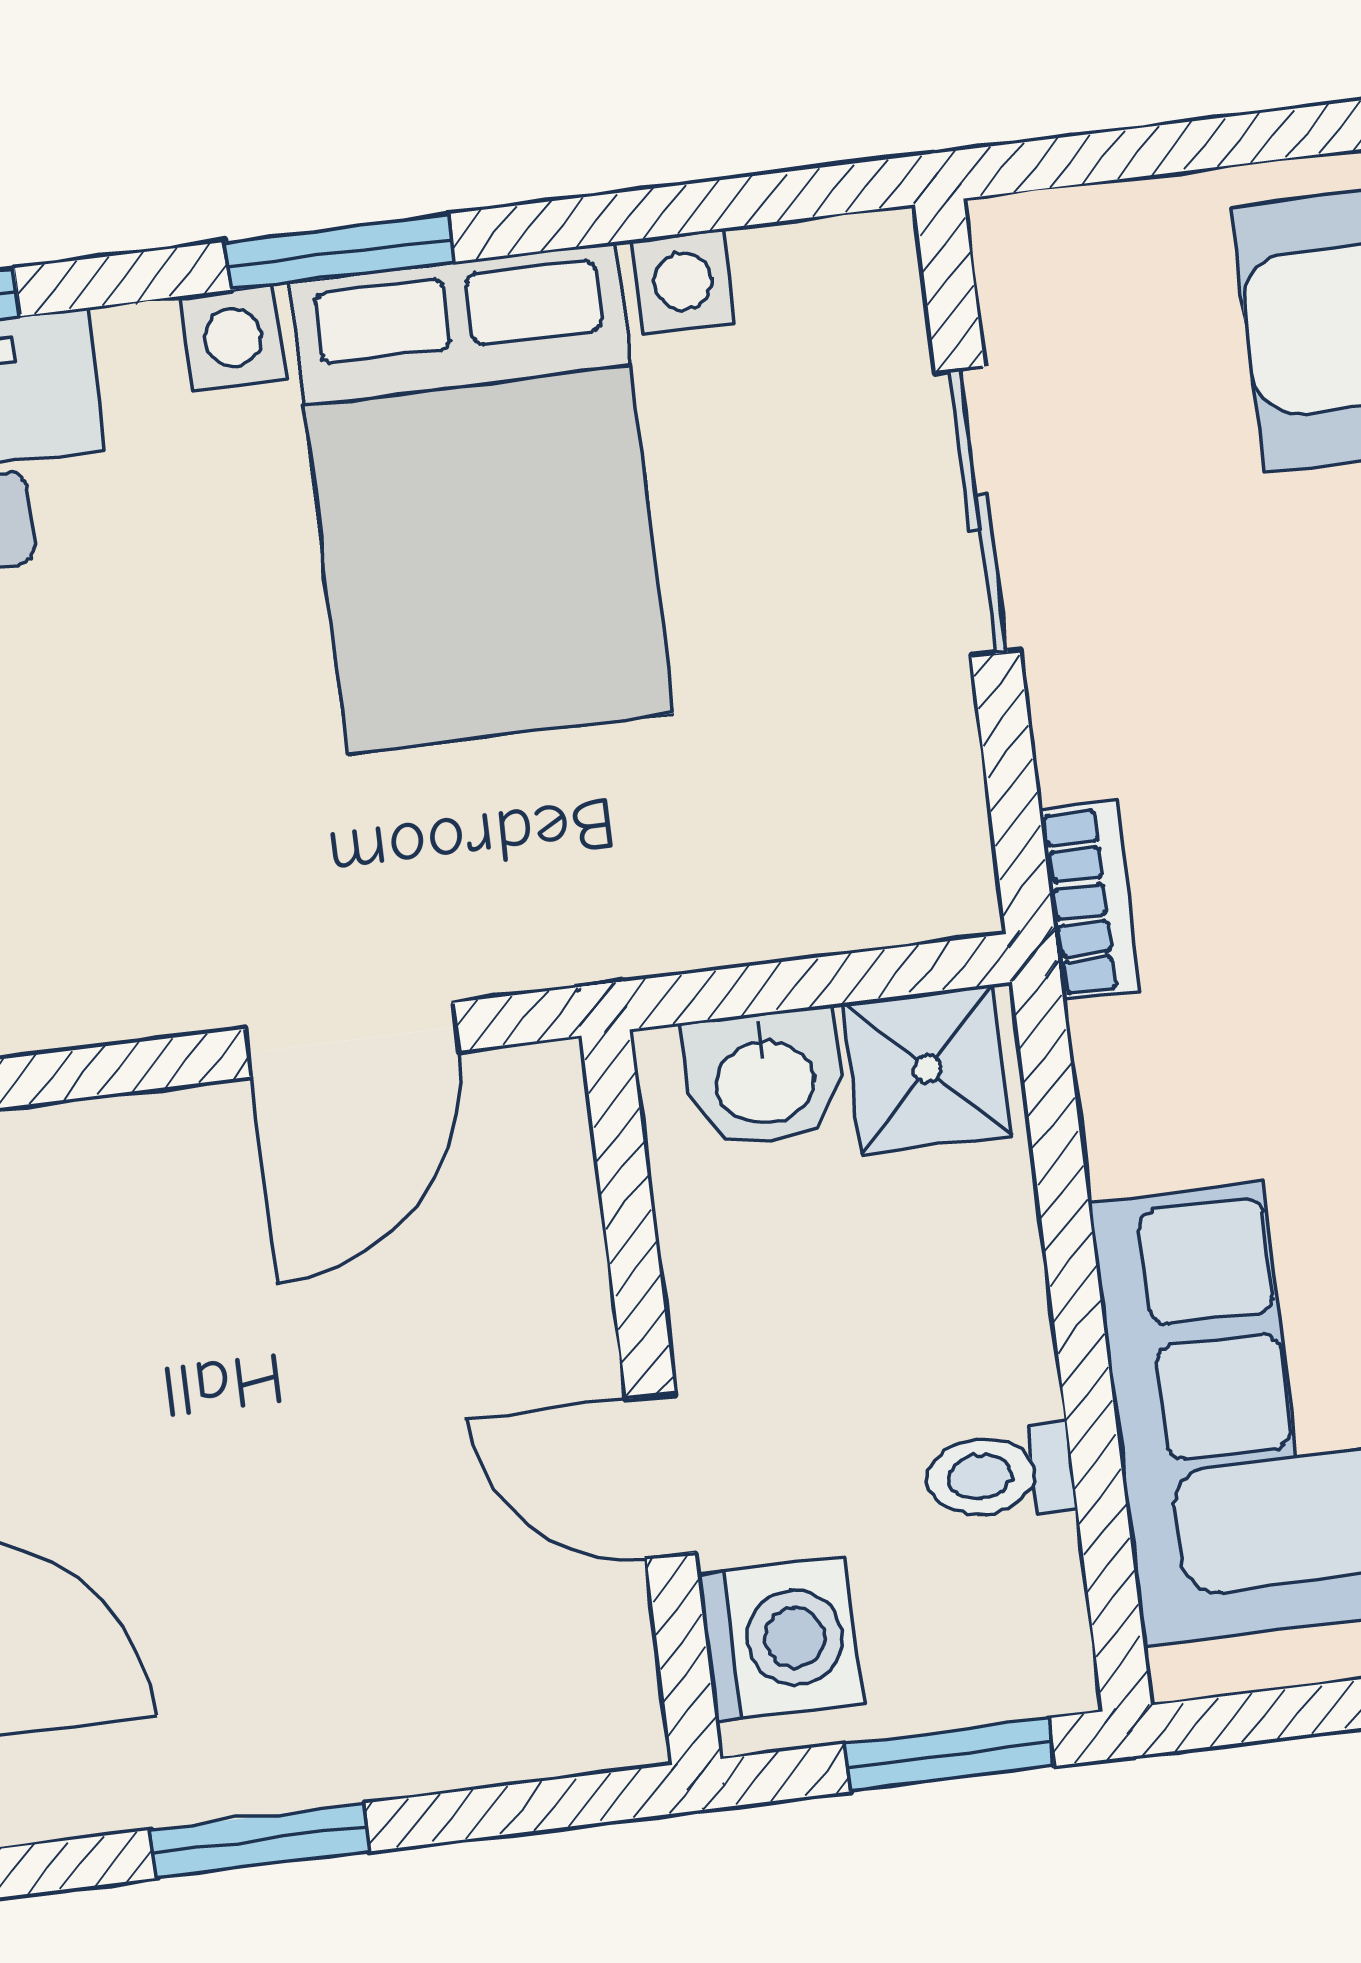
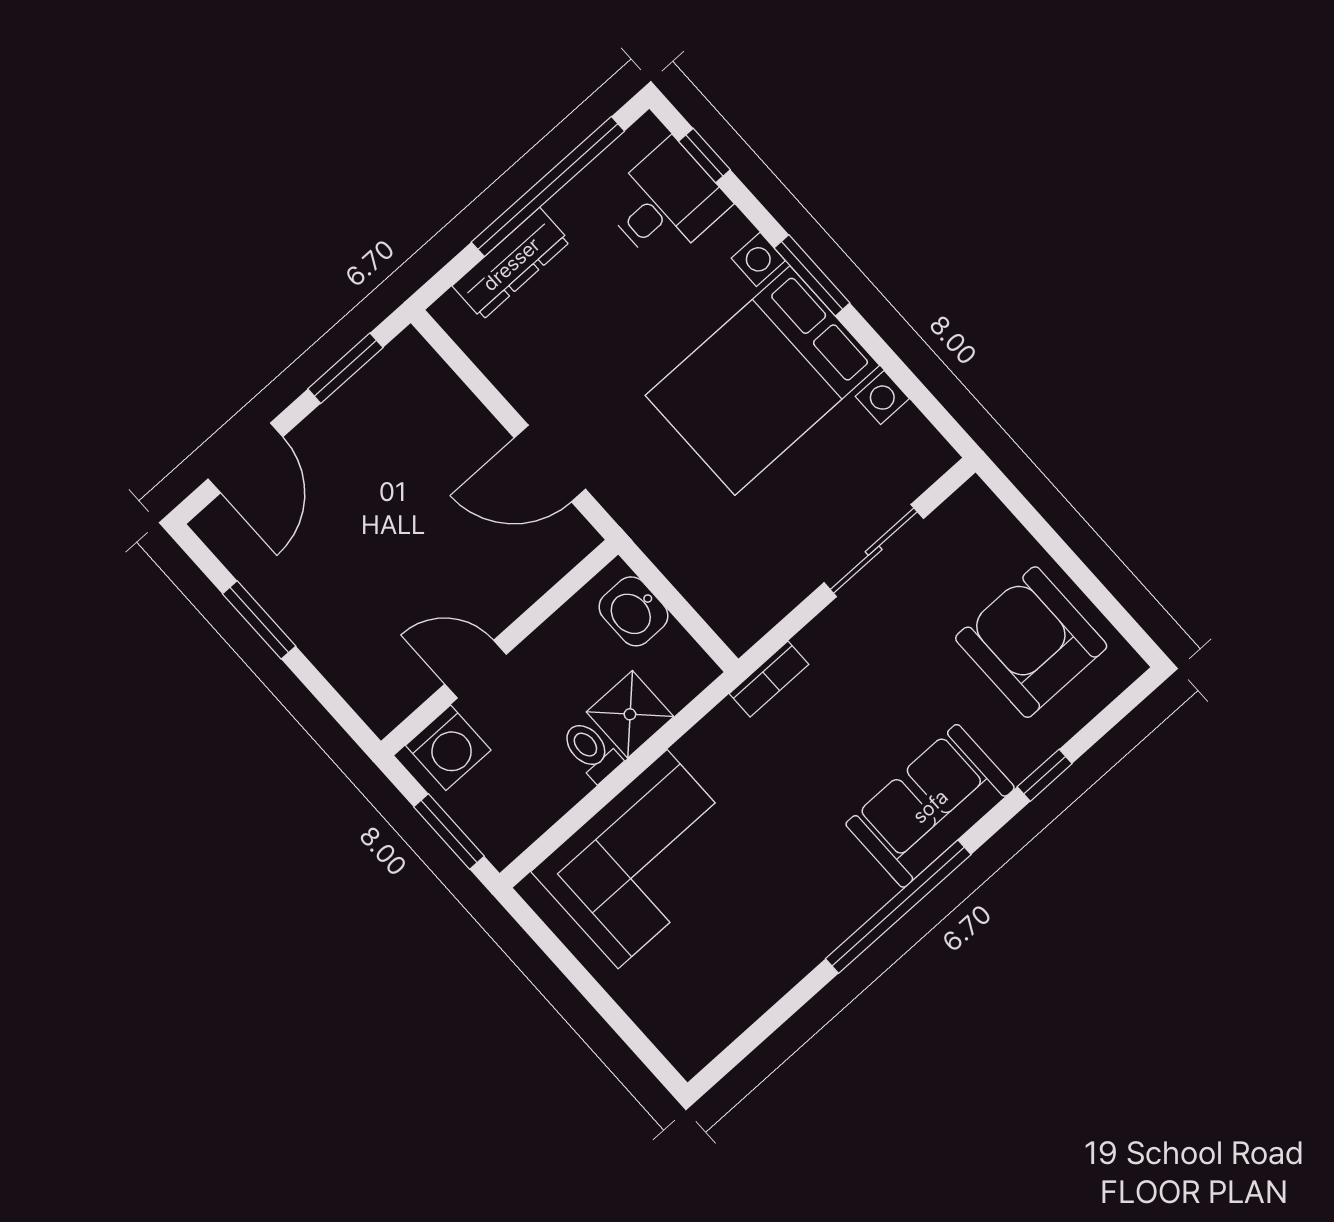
shower: (927, 1069) -> (630, 714), moved
toilet: (1000, 1474) -> (591, 751), moved
door: (661, 1476) -> (475, 669), hinge flipped

